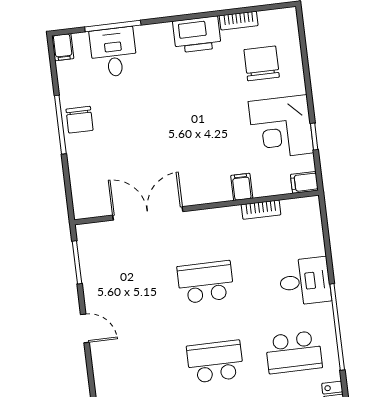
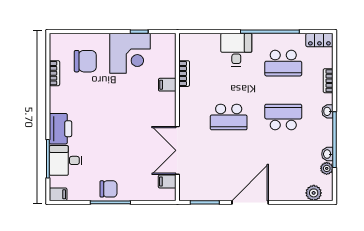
printer: (197, 34) -> (60, 129), moved
chair: (262, 63) -> (85, 61), turned 180
filing cabinet: (304, 182) -> (167, 182), moved, turned 90
school desk: (206, 282) -> (229, 117), turned -90
door: (85, 328) -> (250, 202), width x1.88
school desk: (294, 352) -> (283, 63), turned 90
school desk: (215, 362) -> (283, 117), turned 90

